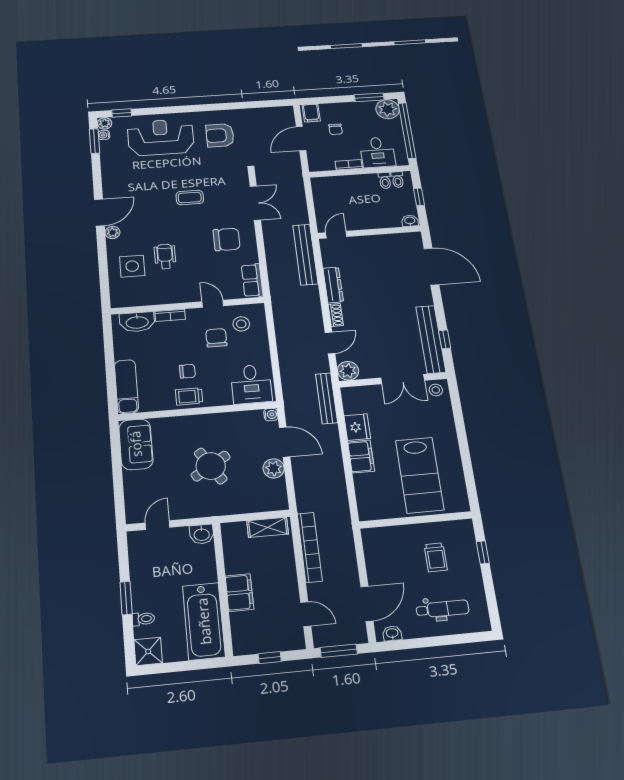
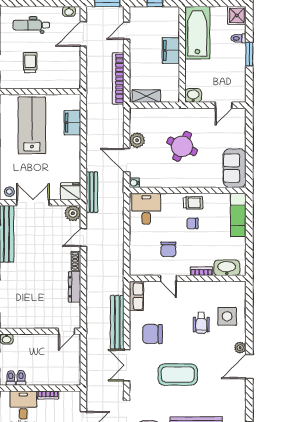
coffee table: (190, 198) -> (178, 374), width x1.86, depth x1.72
bench: (305, 255) -> (117, 322), moved
stool: (241, 324) -> (149, 259), removed
fridge: (357, 427) -> (71, 191), moved, turned 90
filing cabinet: (361, 457) -> (72, 123), moved
round table: (211, 466) -> (182, 146), turned -33
door: (306, 614) -> (127, 31), hinge flipped

